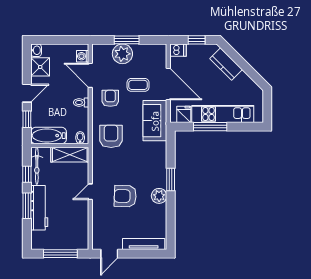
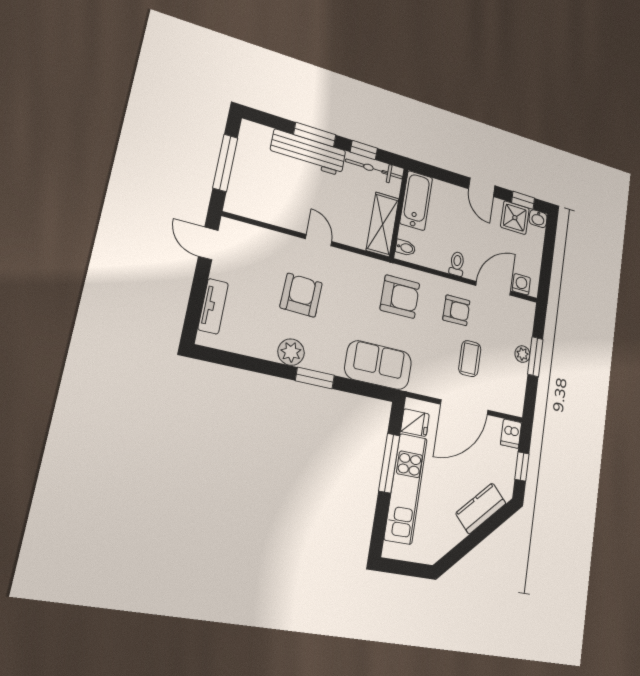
plant: (122, 54) -> (522, 354), width x0.53, depth x0.53
window: (27, 119) -> (523, 200), moved
sofa: (155, 121) -> (378, 365), moved
tv unit: (144, 244) -> (213, 306), width x0.71

